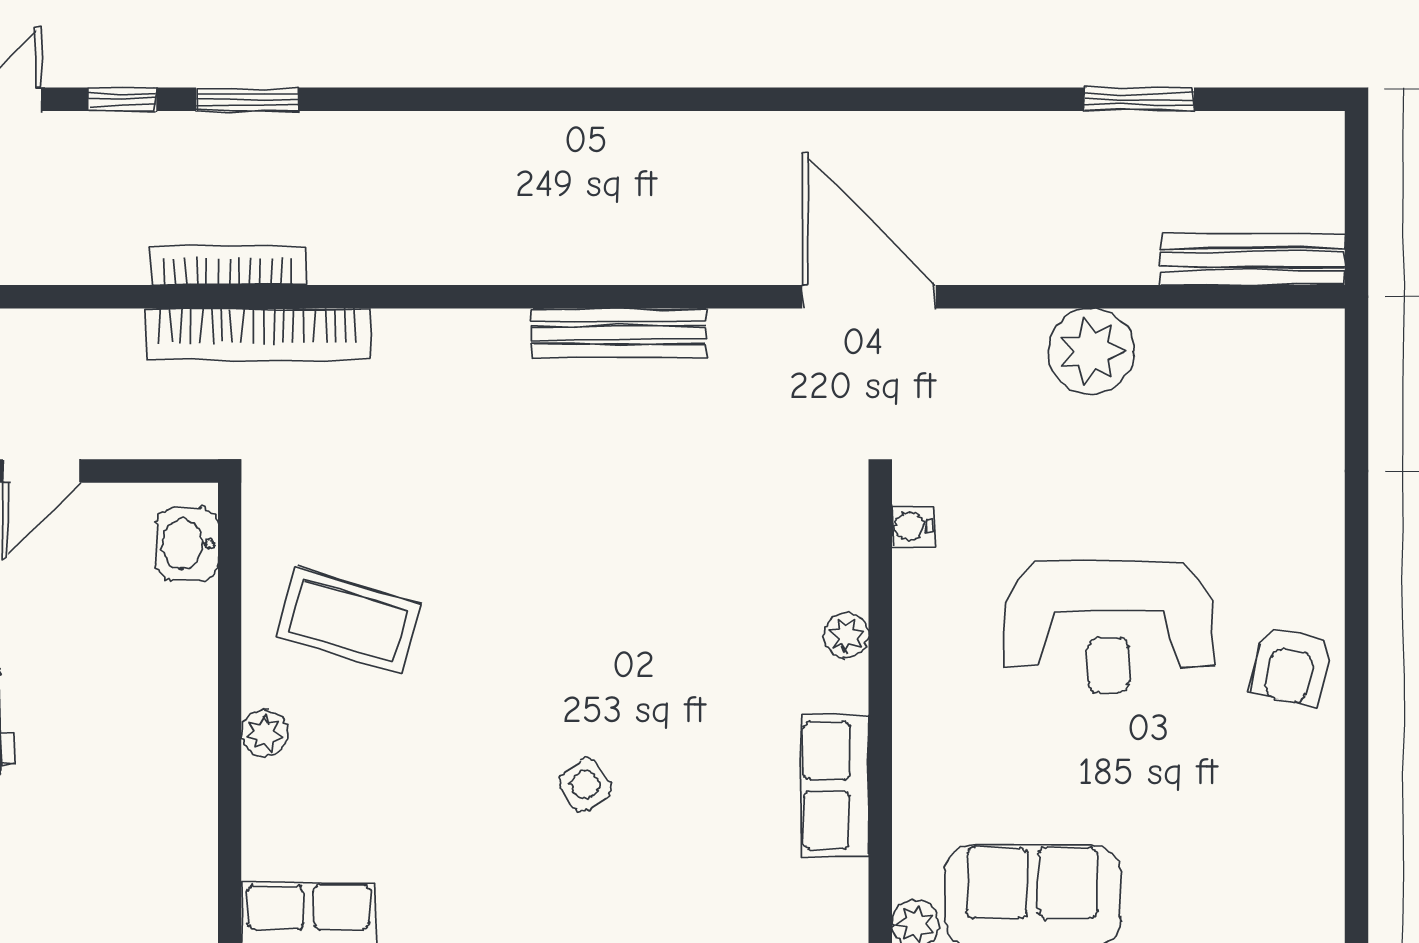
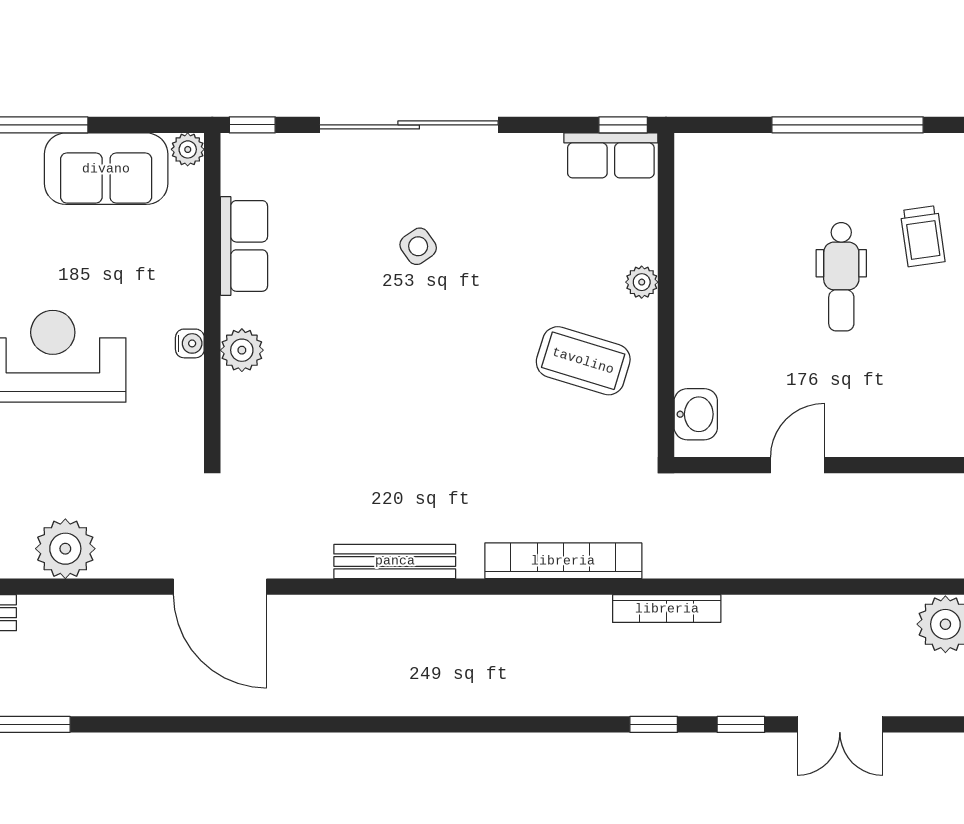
window: (247, 99) -> (654, 724), width x0.67
bookcase: (258, 334) -> (563, 561), moved
water cooler: (912, 527) -> (190, 343), moved
plant: (846, 636) -> (242, 350), width x1.38, depth x1.38

